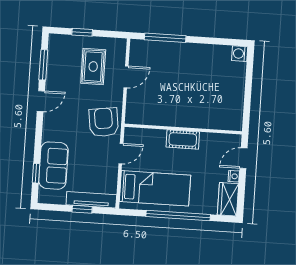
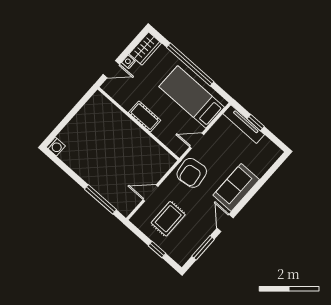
door: (41, 101) -> (225, 223), hinge flipped
sofa: (53, 166) -> (236, 187), moved
window: (36, 173) -> (269, 174), removed

